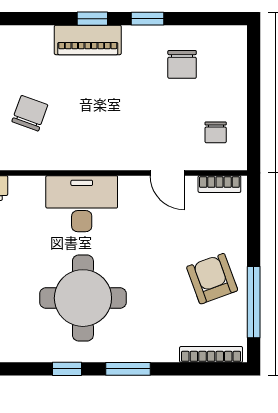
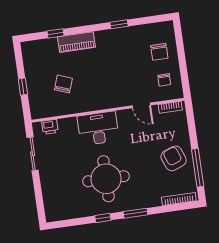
window: (92, 19) -> (56, 33), moved
piano: (88, 40) -> (76, 42), moved
chair: (182, 64) -> (159, 52), moved

